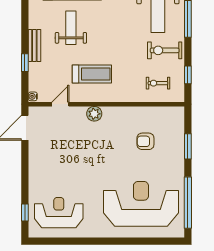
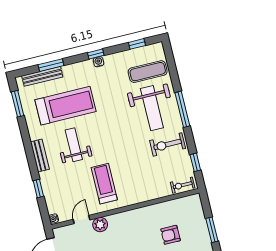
bench: (34, 46) -> (40, 156), moved
treadmill: (92, 74) -> (104, 184), turned -90
exercise bike: (158, 83) -> (183, 185), moved
plant: (94, 114) -> (100, 225), moved

